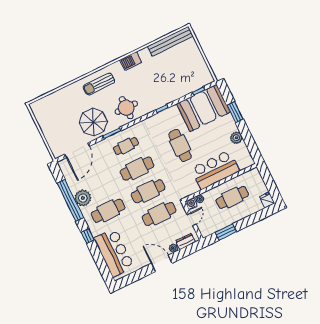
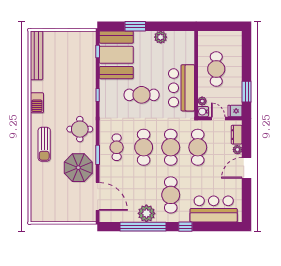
bar counter: (215, 170) -> (182, 88), moved
fridge: (267, 200) -> (235, 111), moved

